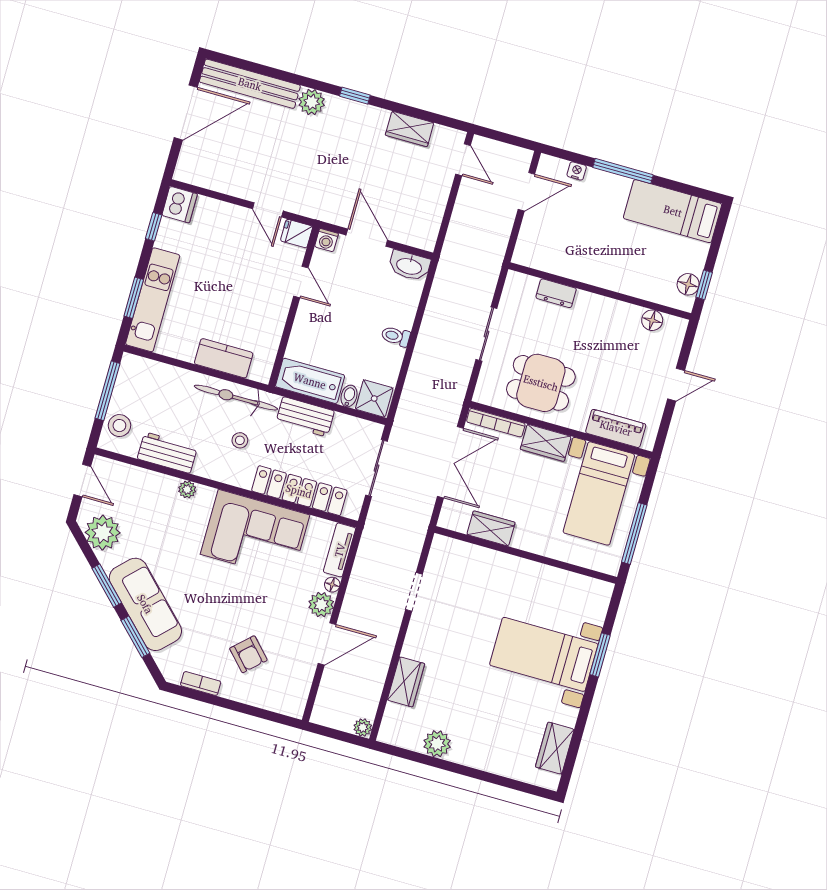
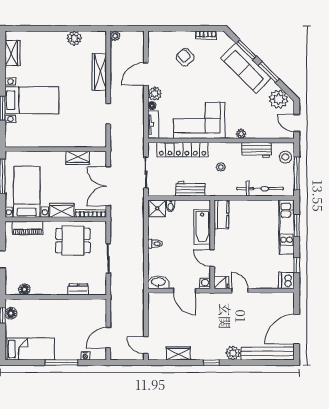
kitchen counter: (224, 358) -> (221, 214), moved, turned -90
bathtub: (310, 381) -> (202, 227), moved, turned 90
bicycle: (236, 398) -> (260, 189), moved
wardrobe: (406, 682) -> (99, 72), width x1.50

